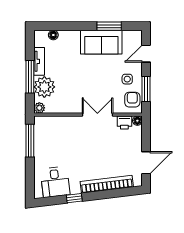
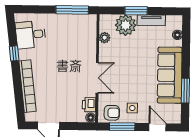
sofa: (101, 42) -> (170, 75), width x1.36
window: (30, 77) -> (136, 11), width x0.69
plant: (39, 108) -> (105, 38), moved

